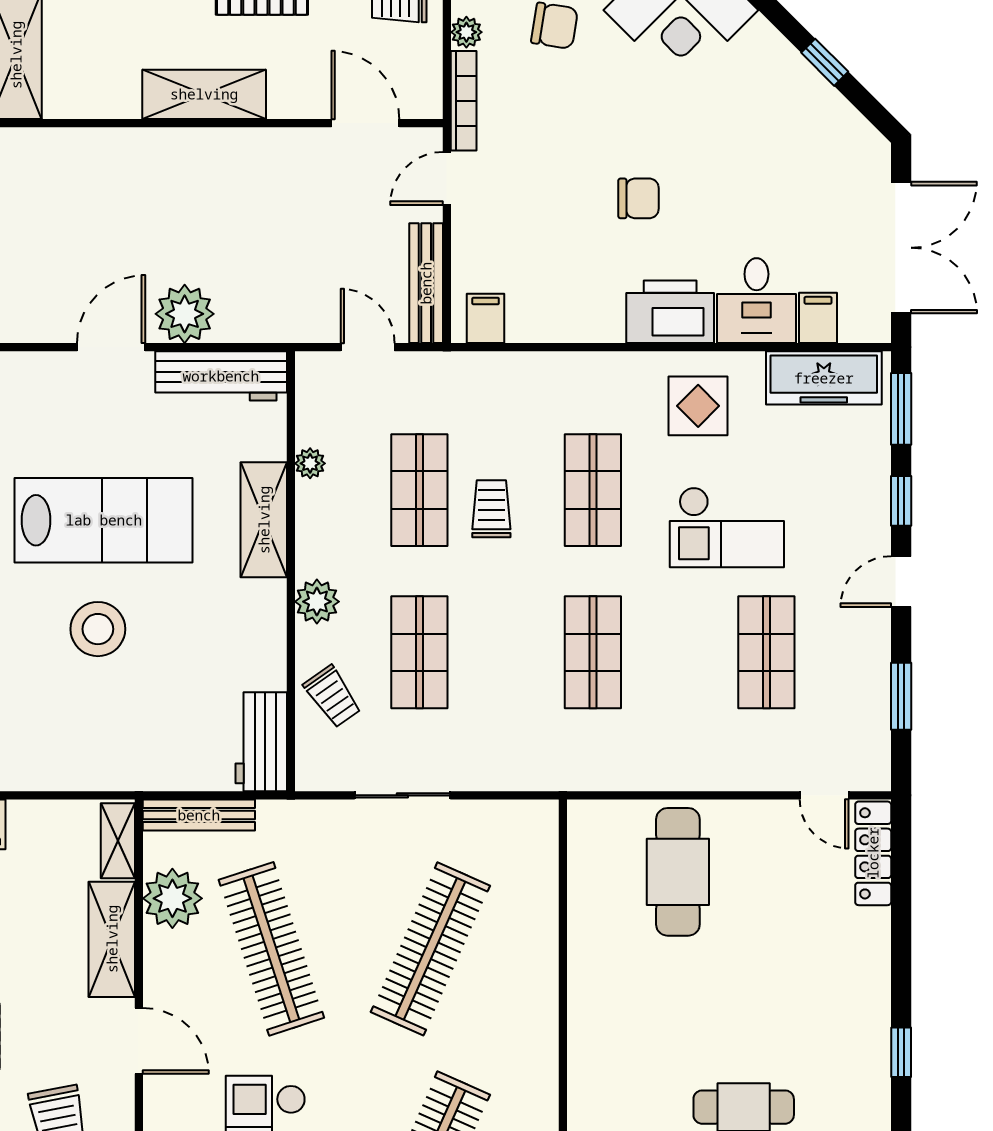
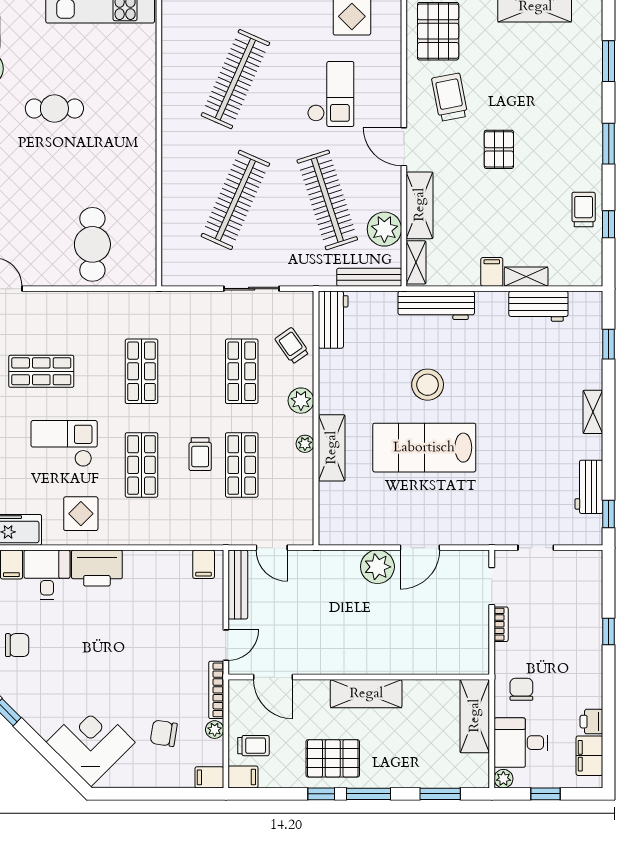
chair: (639, 198) -> (17, 645), moved, turned 180
workbench: (221, 376) -> (436, 305), moved, turned 180
plant: (310, 463) -> (305, 444), moved
shop shelf: (766, 652) -> (41, 371), turned 90

